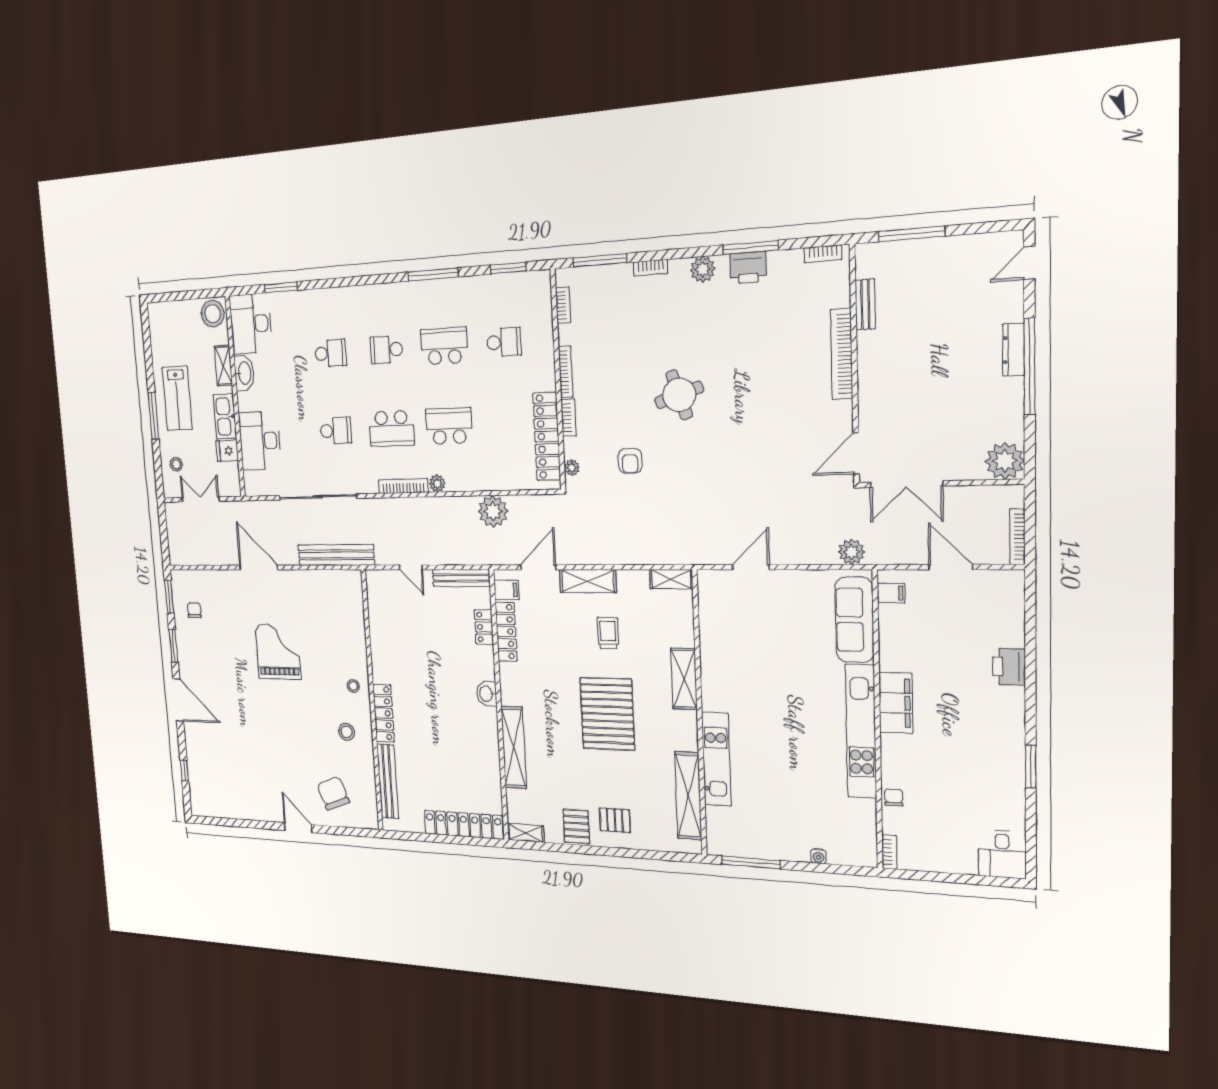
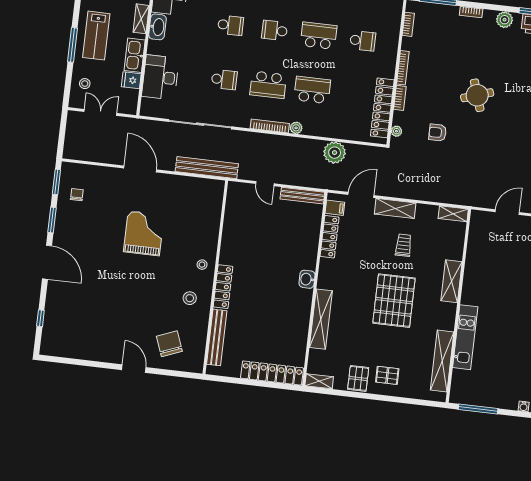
armchair: (630, 461) -> (438, 133), turned 90
locker: (484, 627) -> (313, 232), removed

